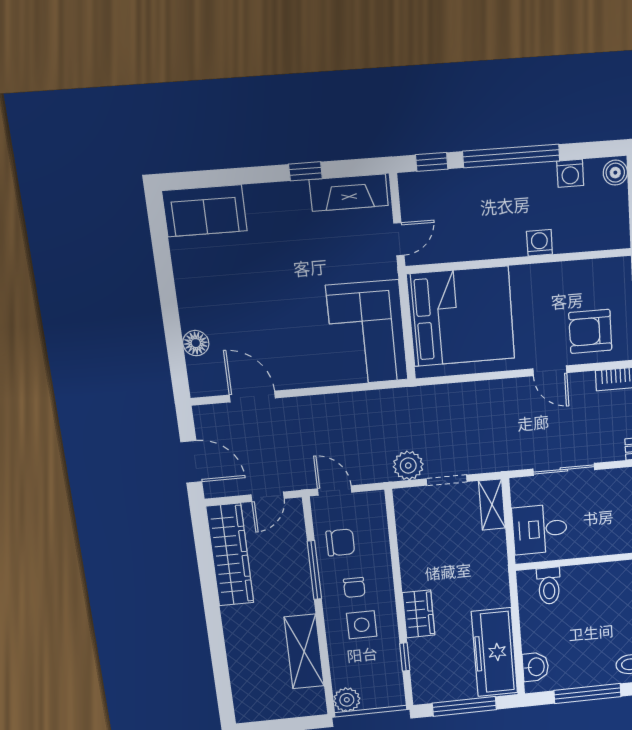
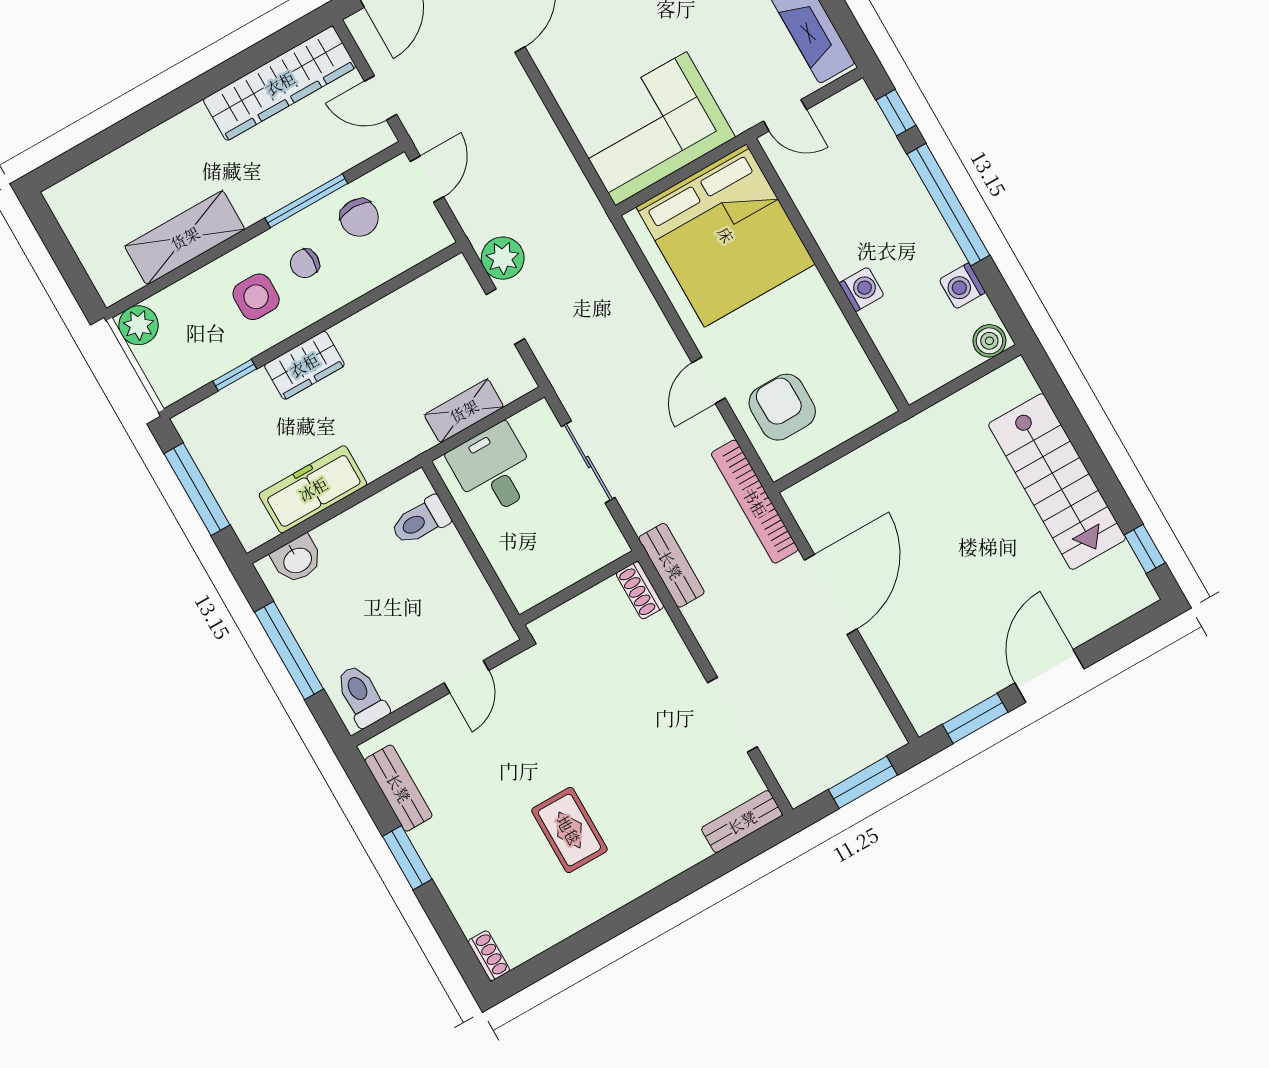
shelving: (492, 505) -> (464, 411), moved
freezer: (495, 652) -> (313, 489), width x0.73, depth x0.79

